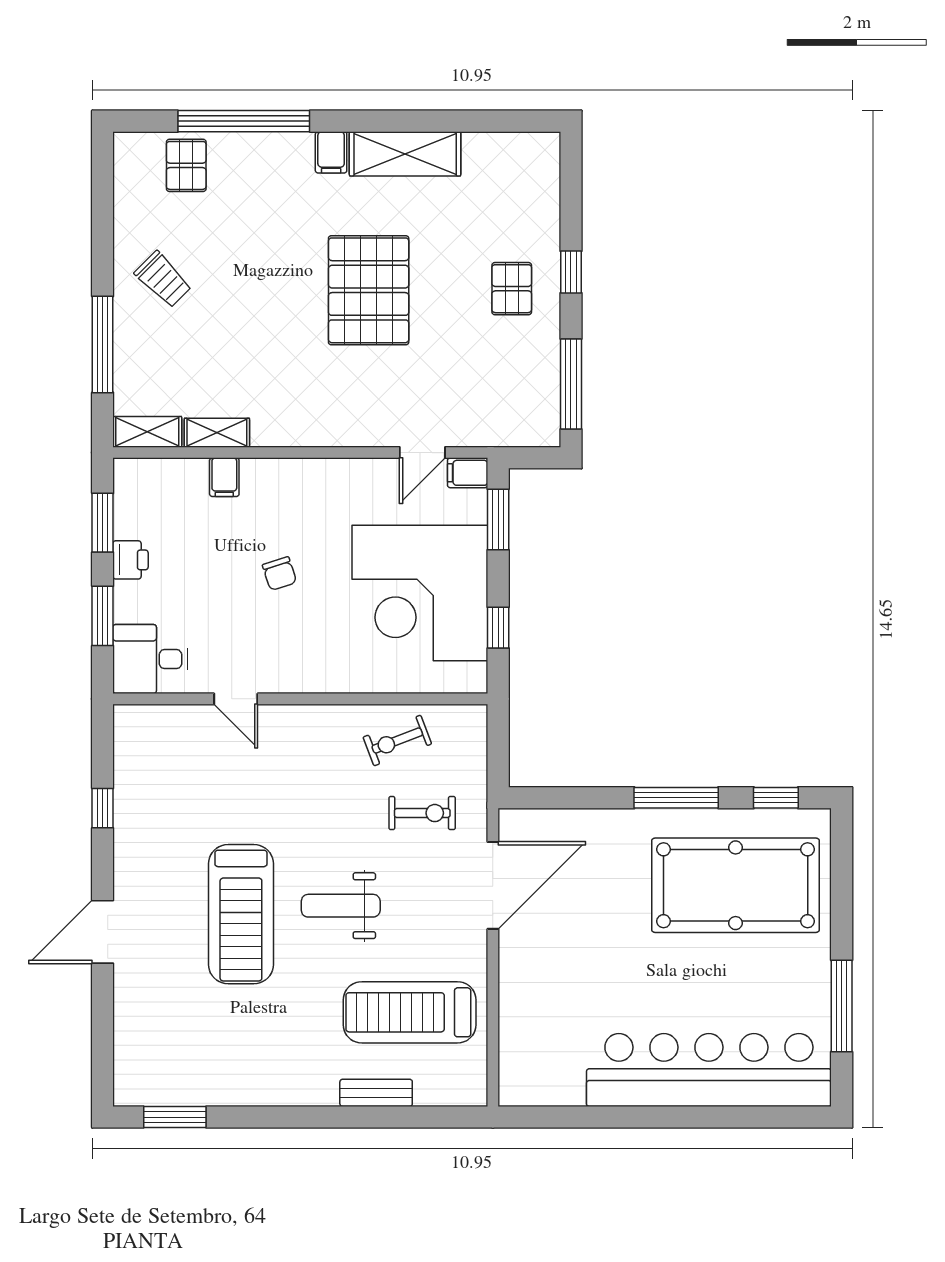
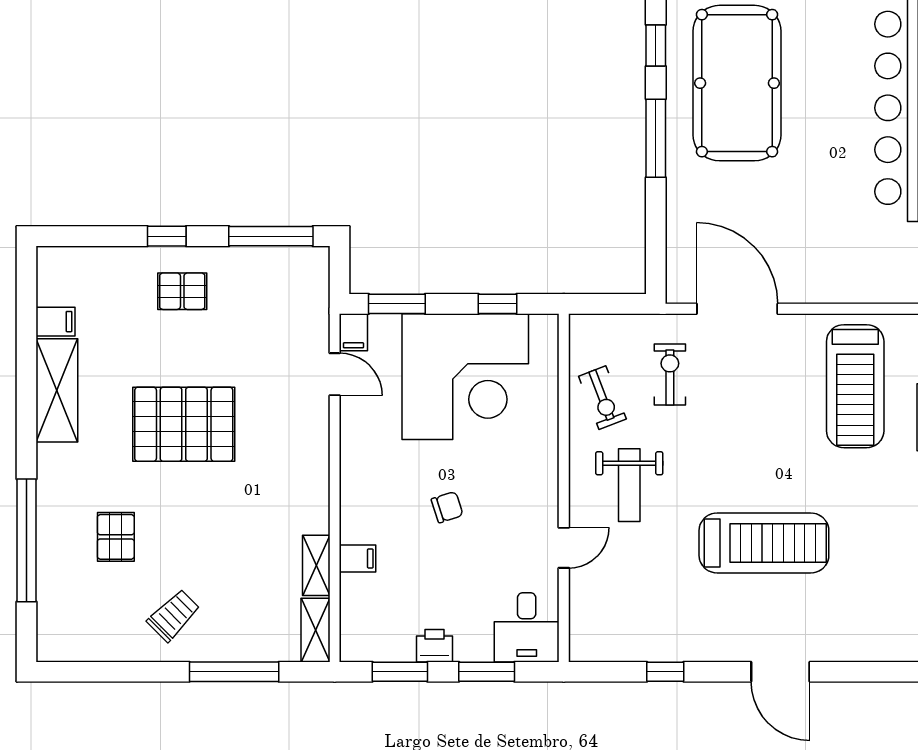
filing cabinet: (331, 152) -> (55, 322), moved
pallet: (186, 165) -> (116, 537), moved, turned 90
weight bench: (341, 906) -> (629, 485), moved

